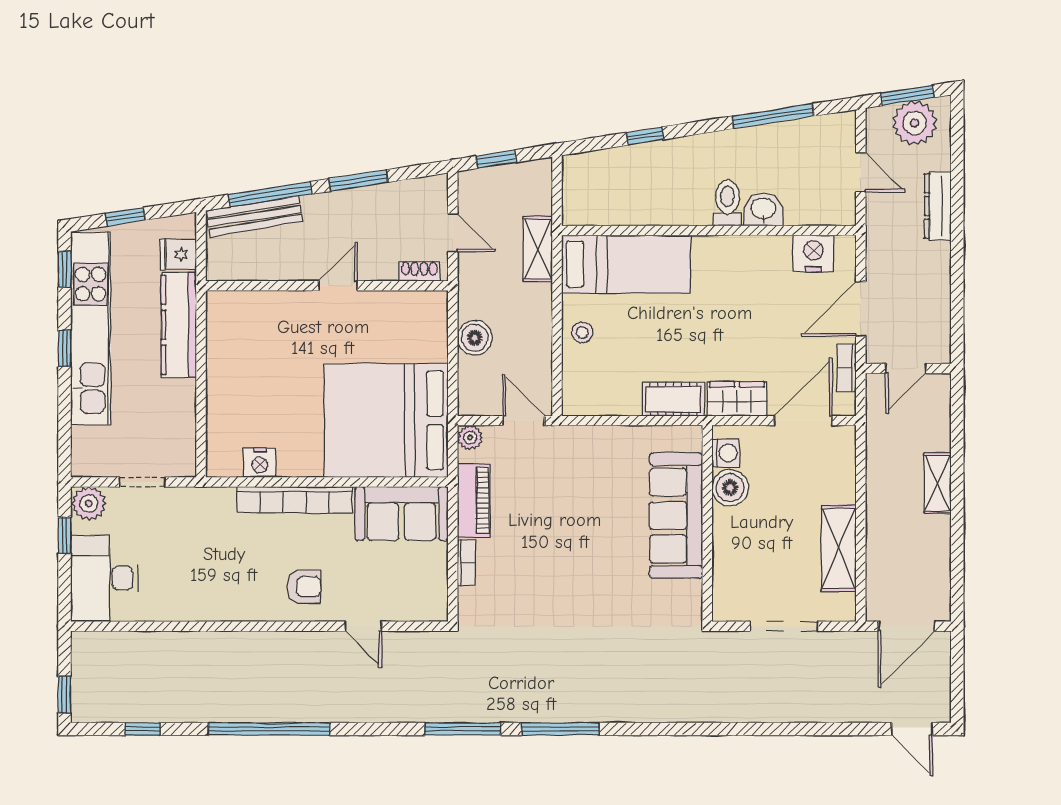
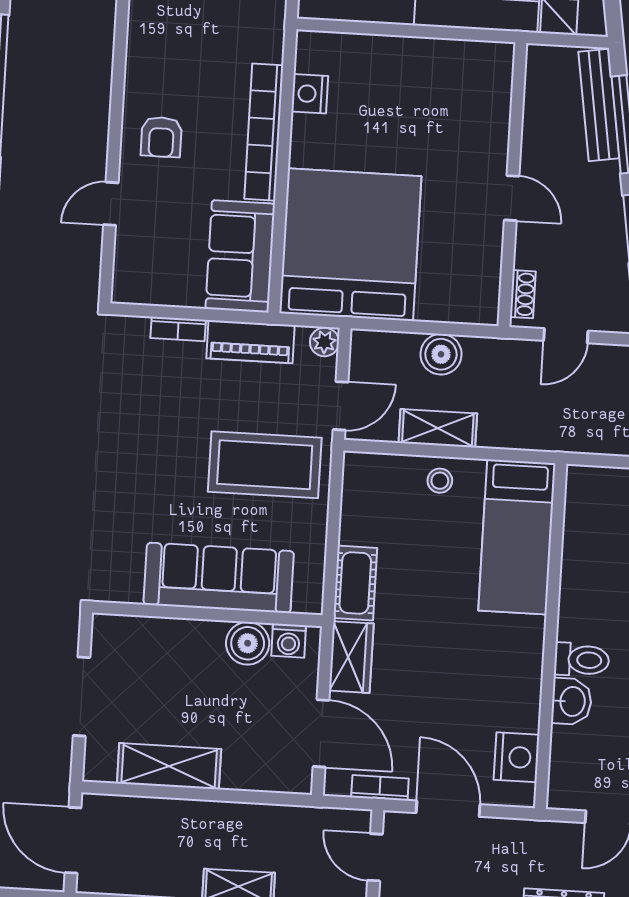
shelving: (538, 249) -> (438, 428), moved
coffee table: (578, 482) -> (265, 465), added

